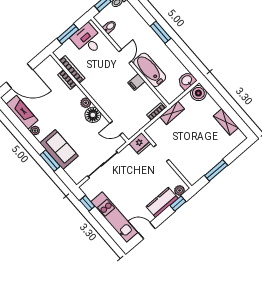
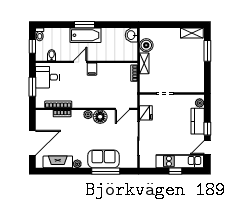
door: (125, 56) -> (80, 62), hinge flipped
bathtub: (150, 70) -> (86, 35), moved, turned 180
filing cabinet: (137, 82) -> (92, 69), moved
boiler: (198, 93) -> (146, 45), moved
shelving: (226, 122) -> (192, 33), moved
fridge: (140, 143) -> (146, 113), moved
window: (50, 161) -> (106, 171), width x1.44
window: (216, 170) -> (207, 51), moved
window: (87, 203) -> (175, 171), moved
window: (178, 204) -> (207, 129), moved

